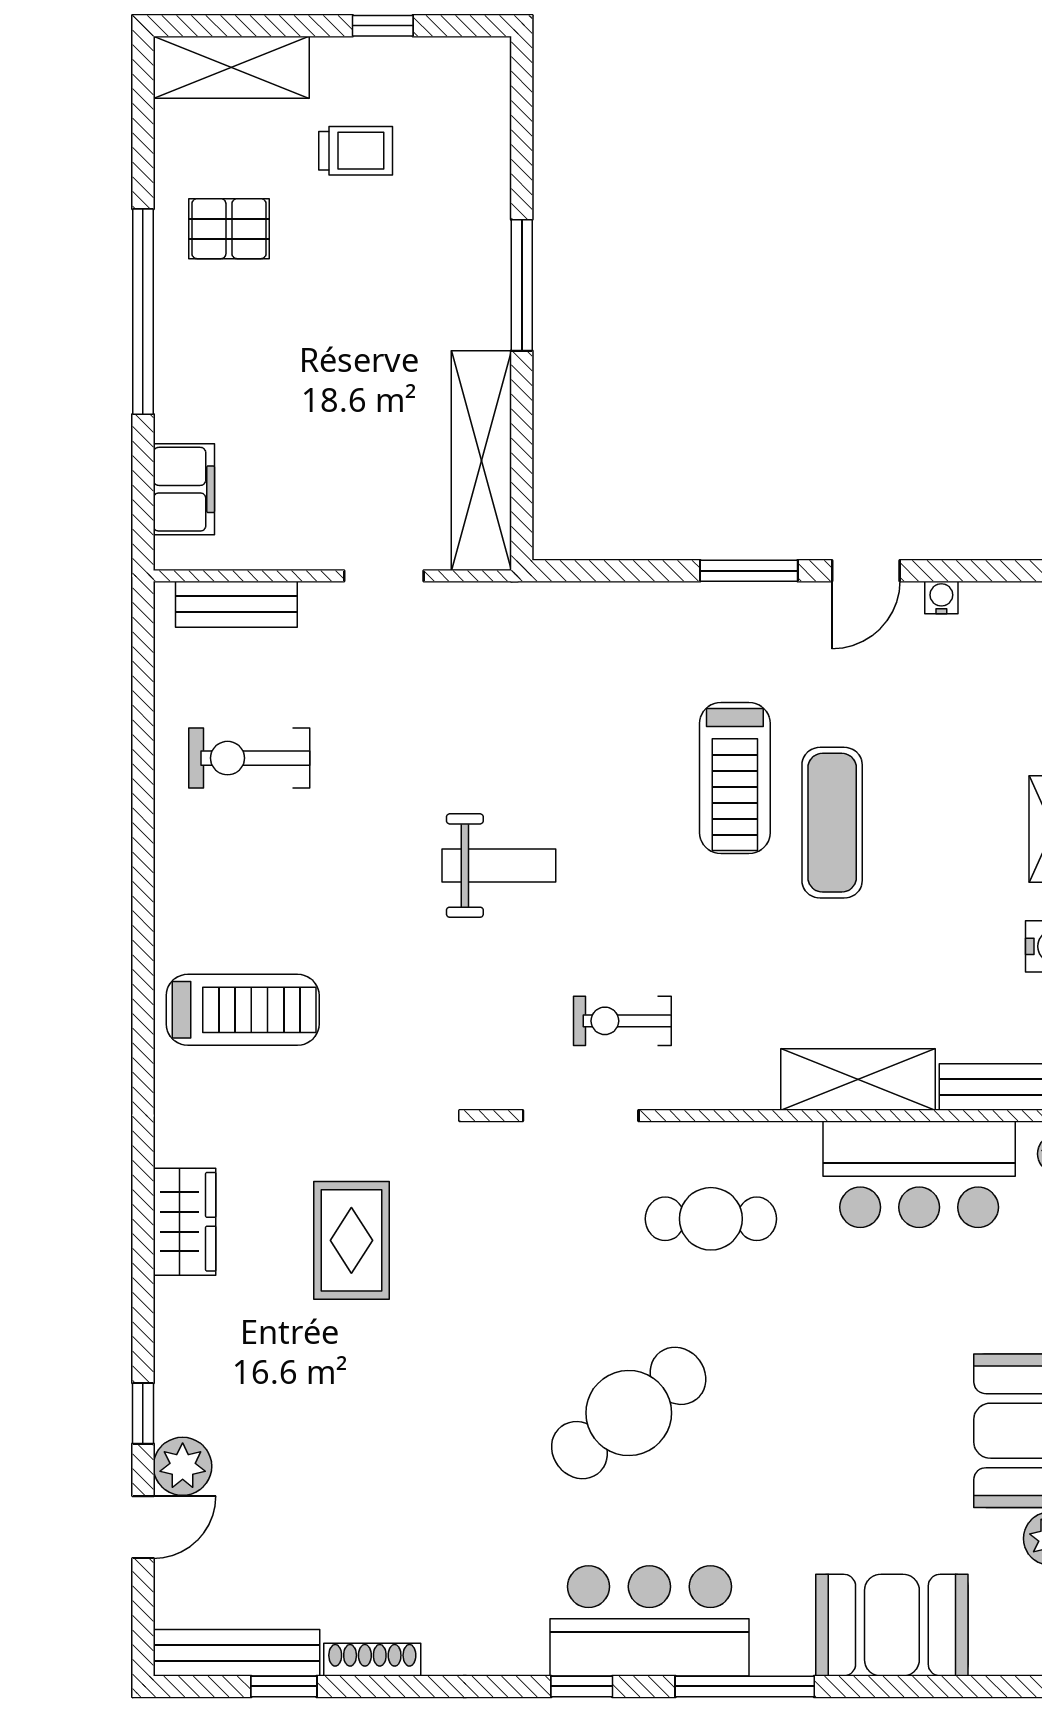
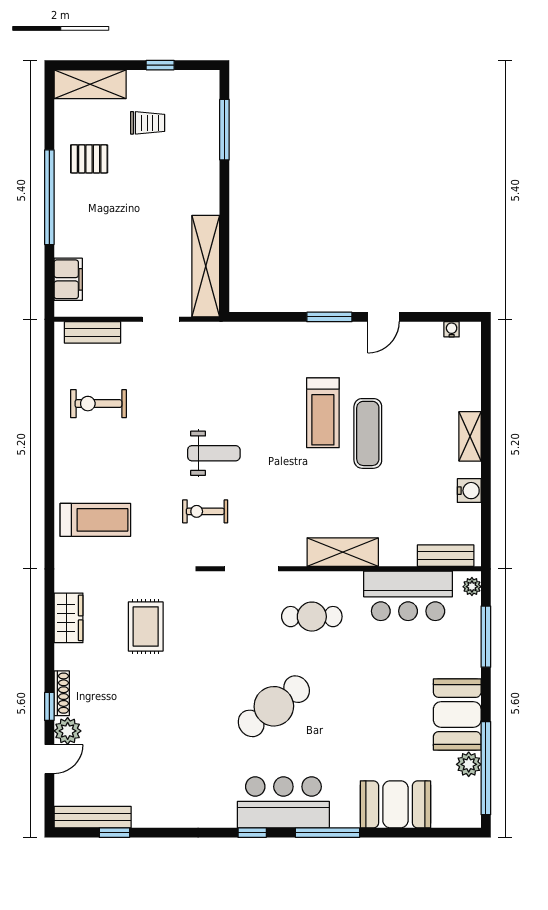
window: (522, 285) -> (224, 130), moved
water cooler: (941, 598) -> (452, 329), moved
exercise bike: (622, 1021) -> (205, 511), moved
shelving: (858, 1080) -> (343, 552), moved
shoe rack: (372, 1660) -> (62, 693), moved, turned 90

